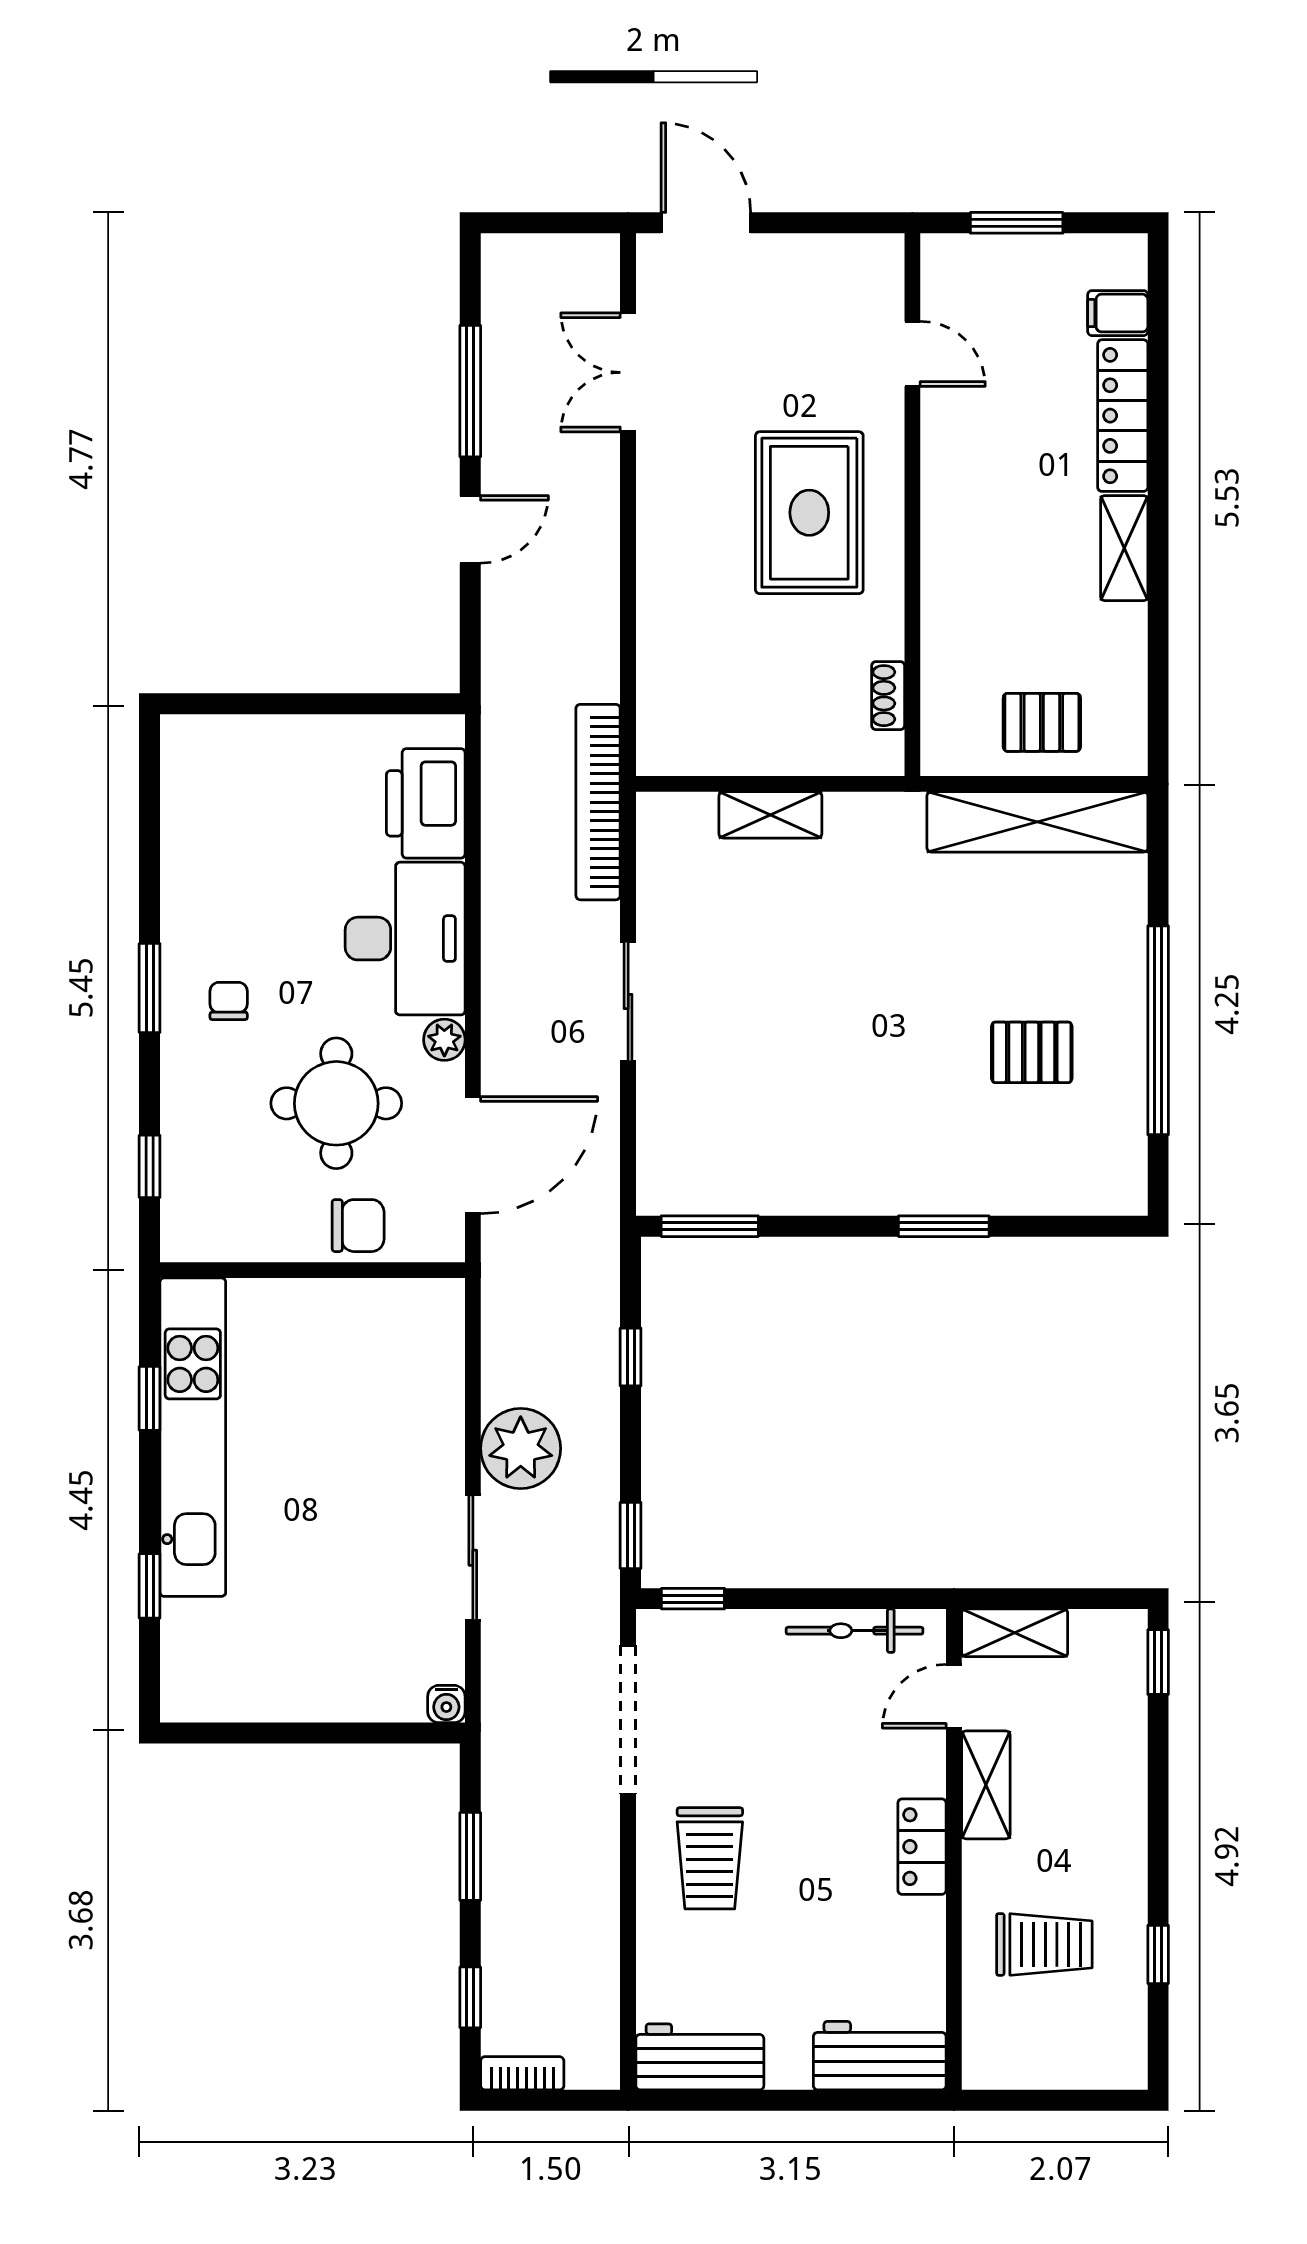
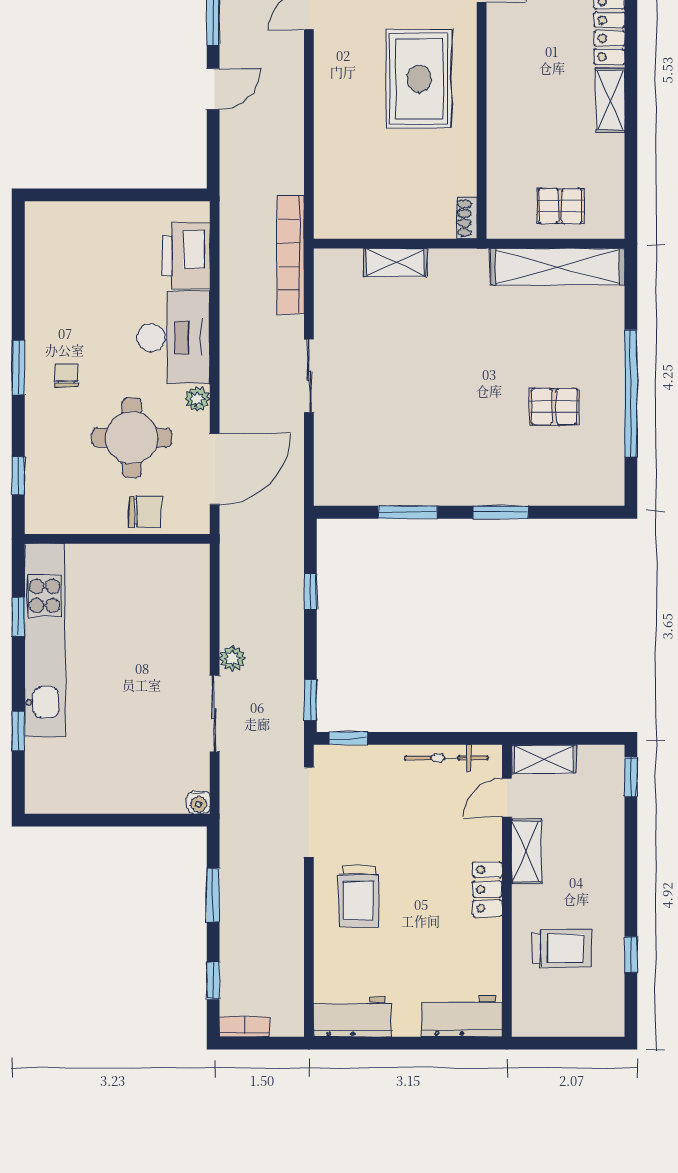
shoe rack: (888, 696) -> (467, 218), moved
window: (710, 1226) -> (408, 512), moved
plant: (521, 1448) -> (232, 659), width x0.53, depth x0.53

